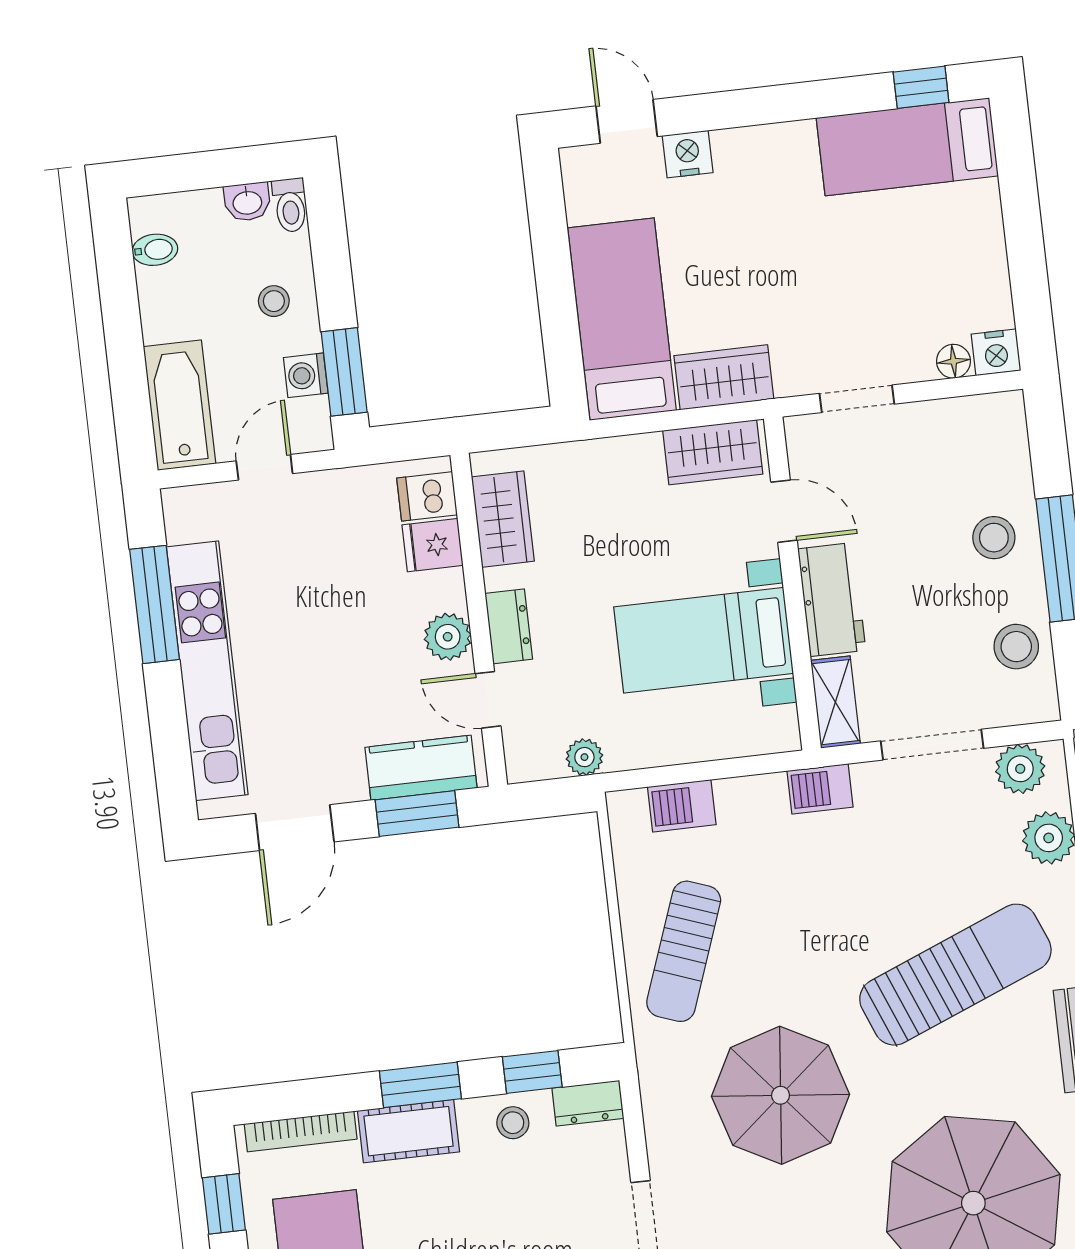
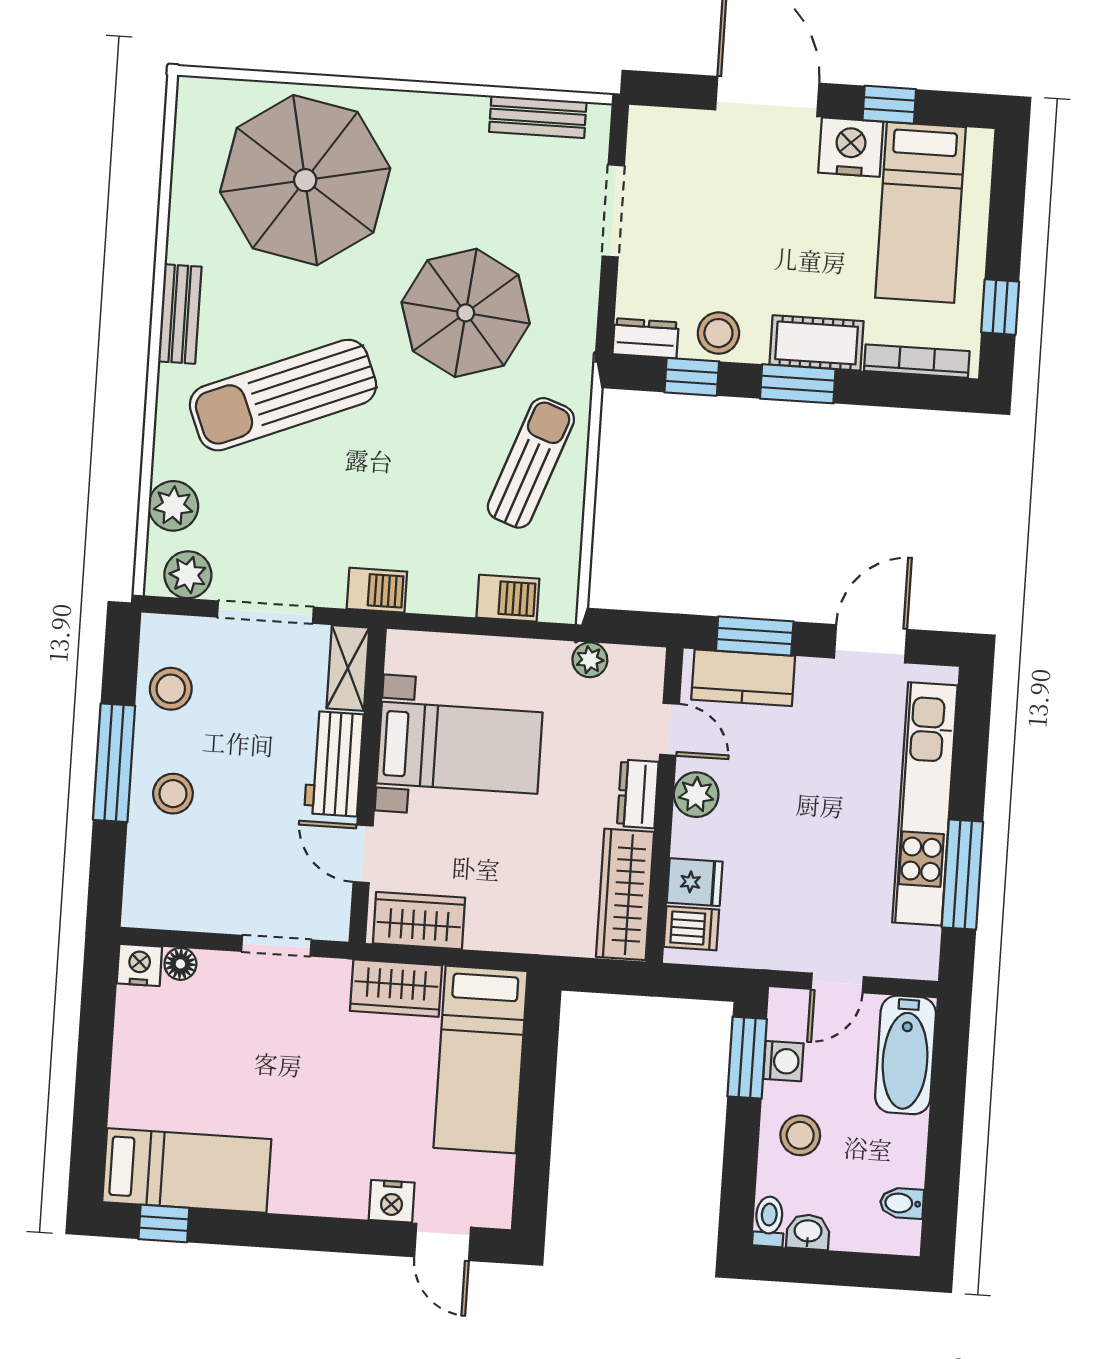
stool: (274, 301) -> (800, 1135), width x1.37, depth x1.37
wardrobe: (503, 519) -> (625, 894), width x1.50
stool: (513, 1123) -> (718, 333), width x1.37, depth x1.37

